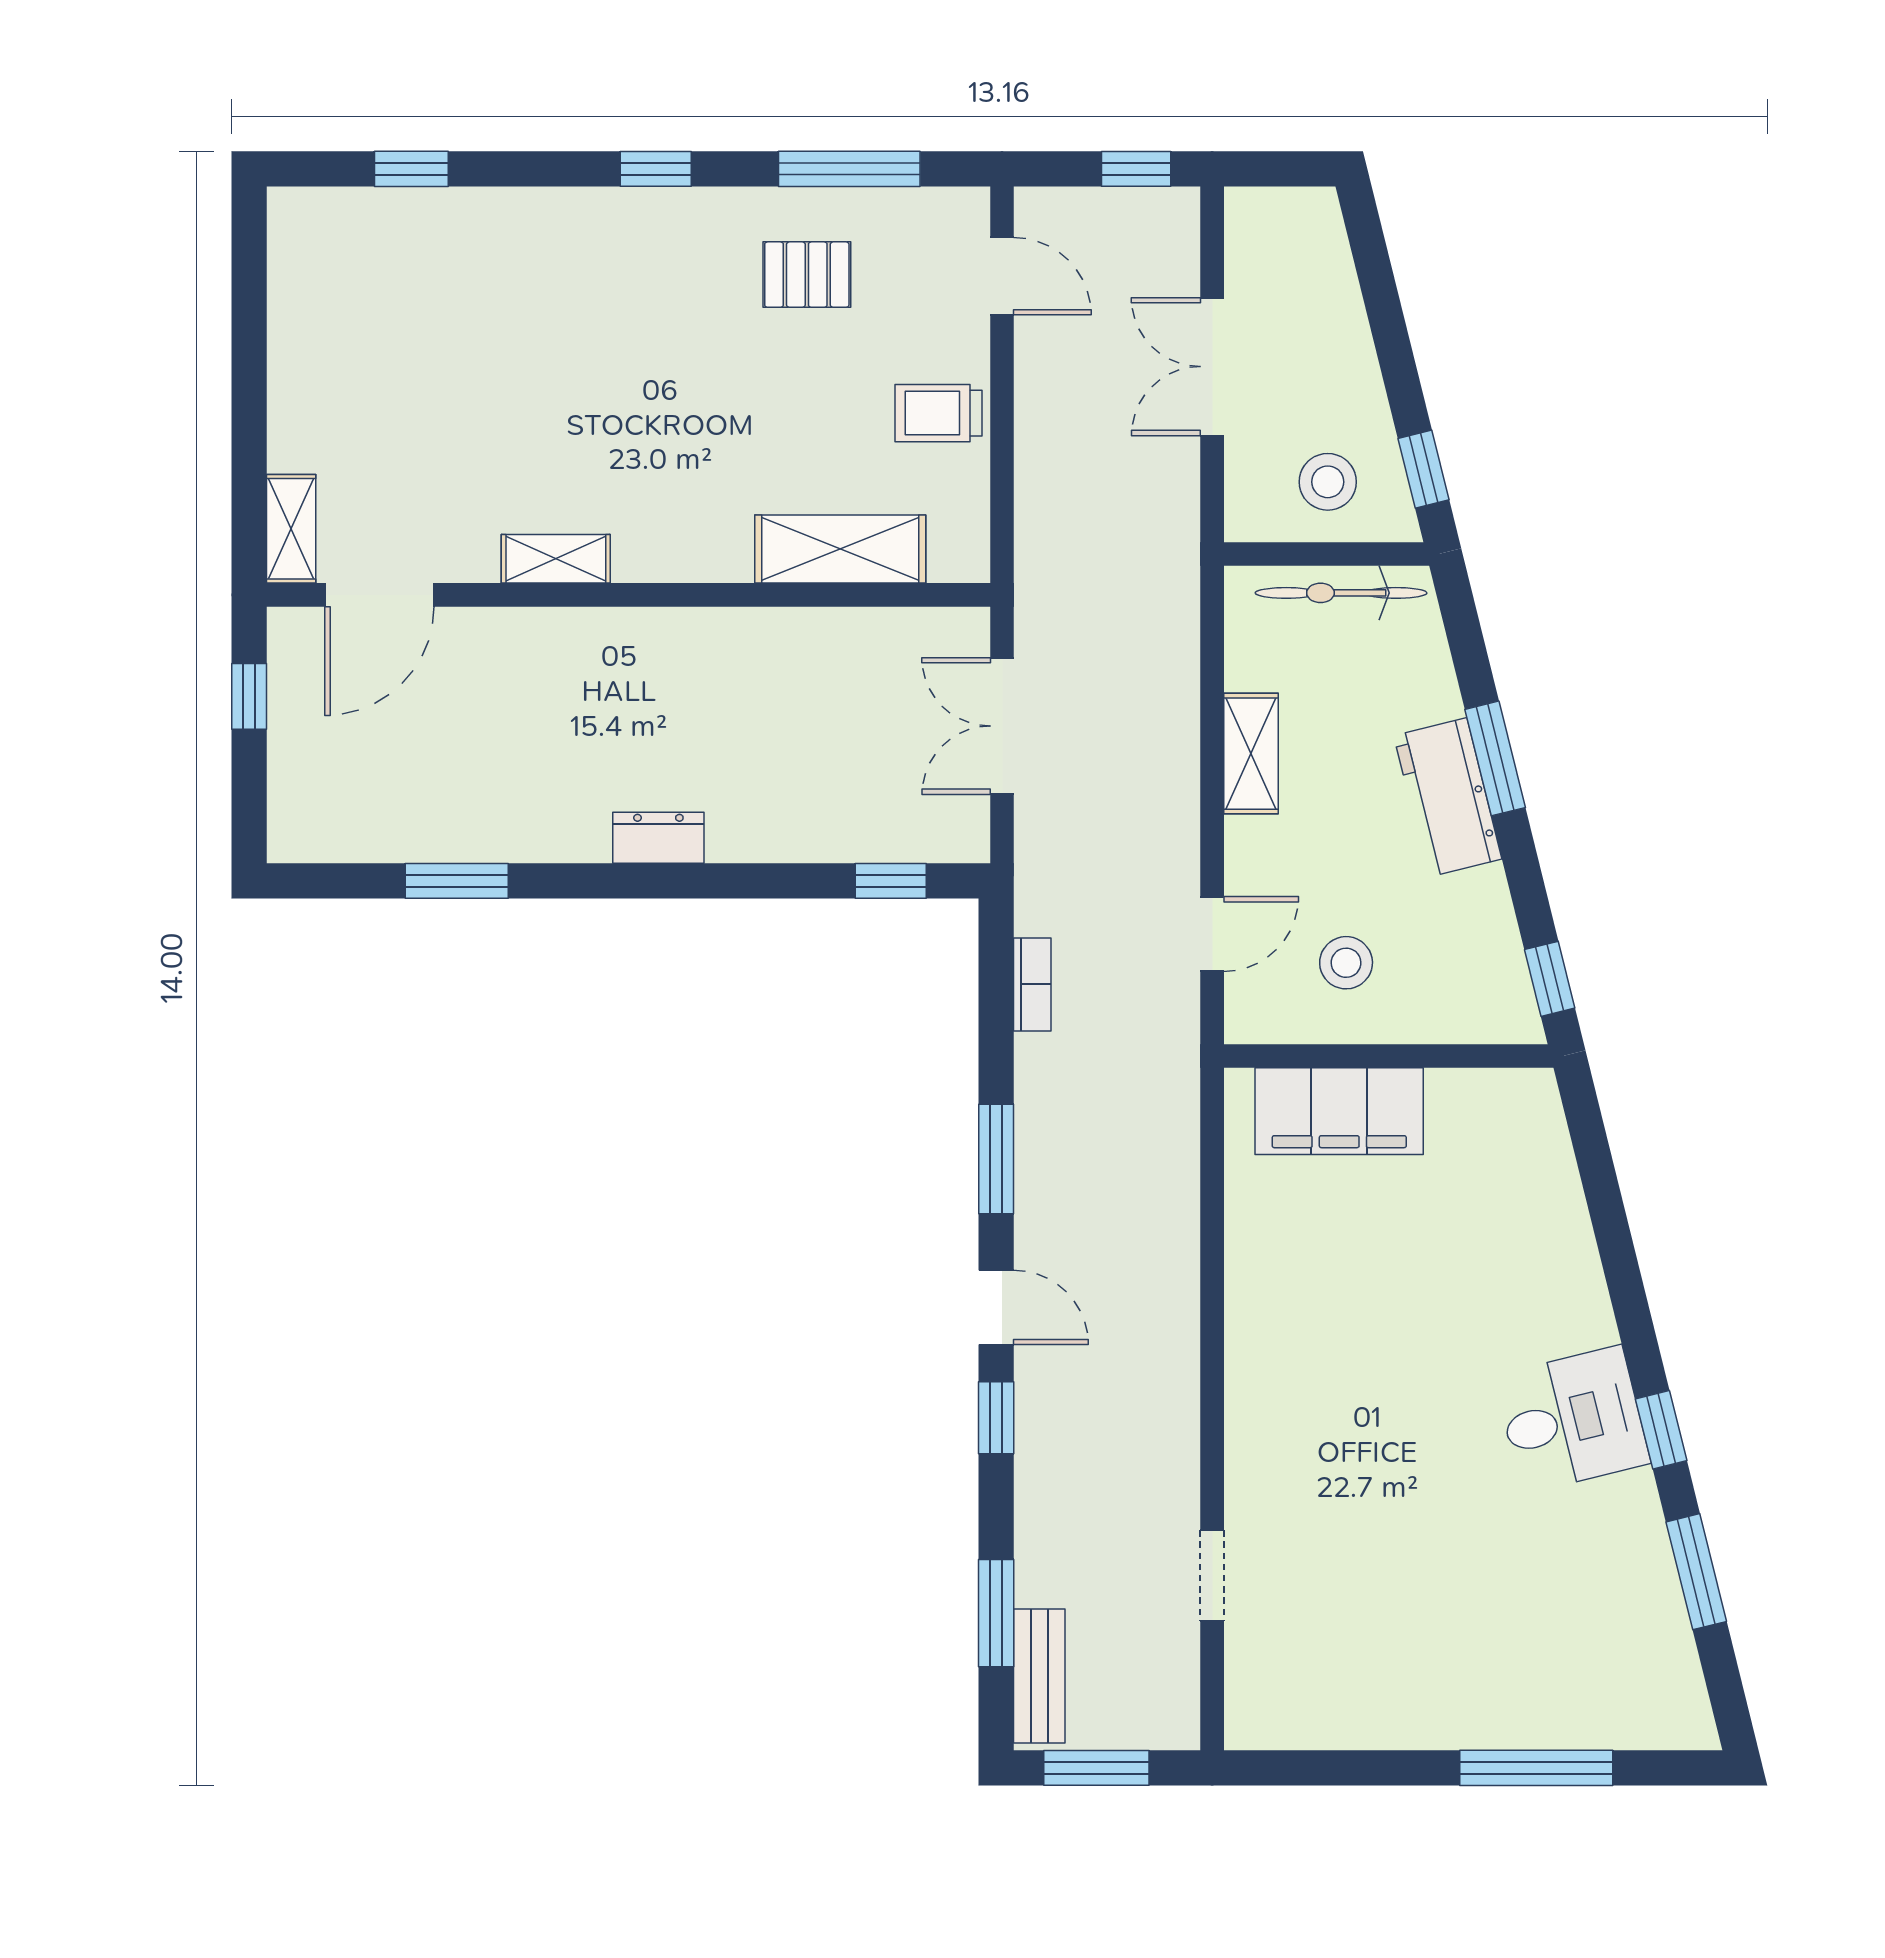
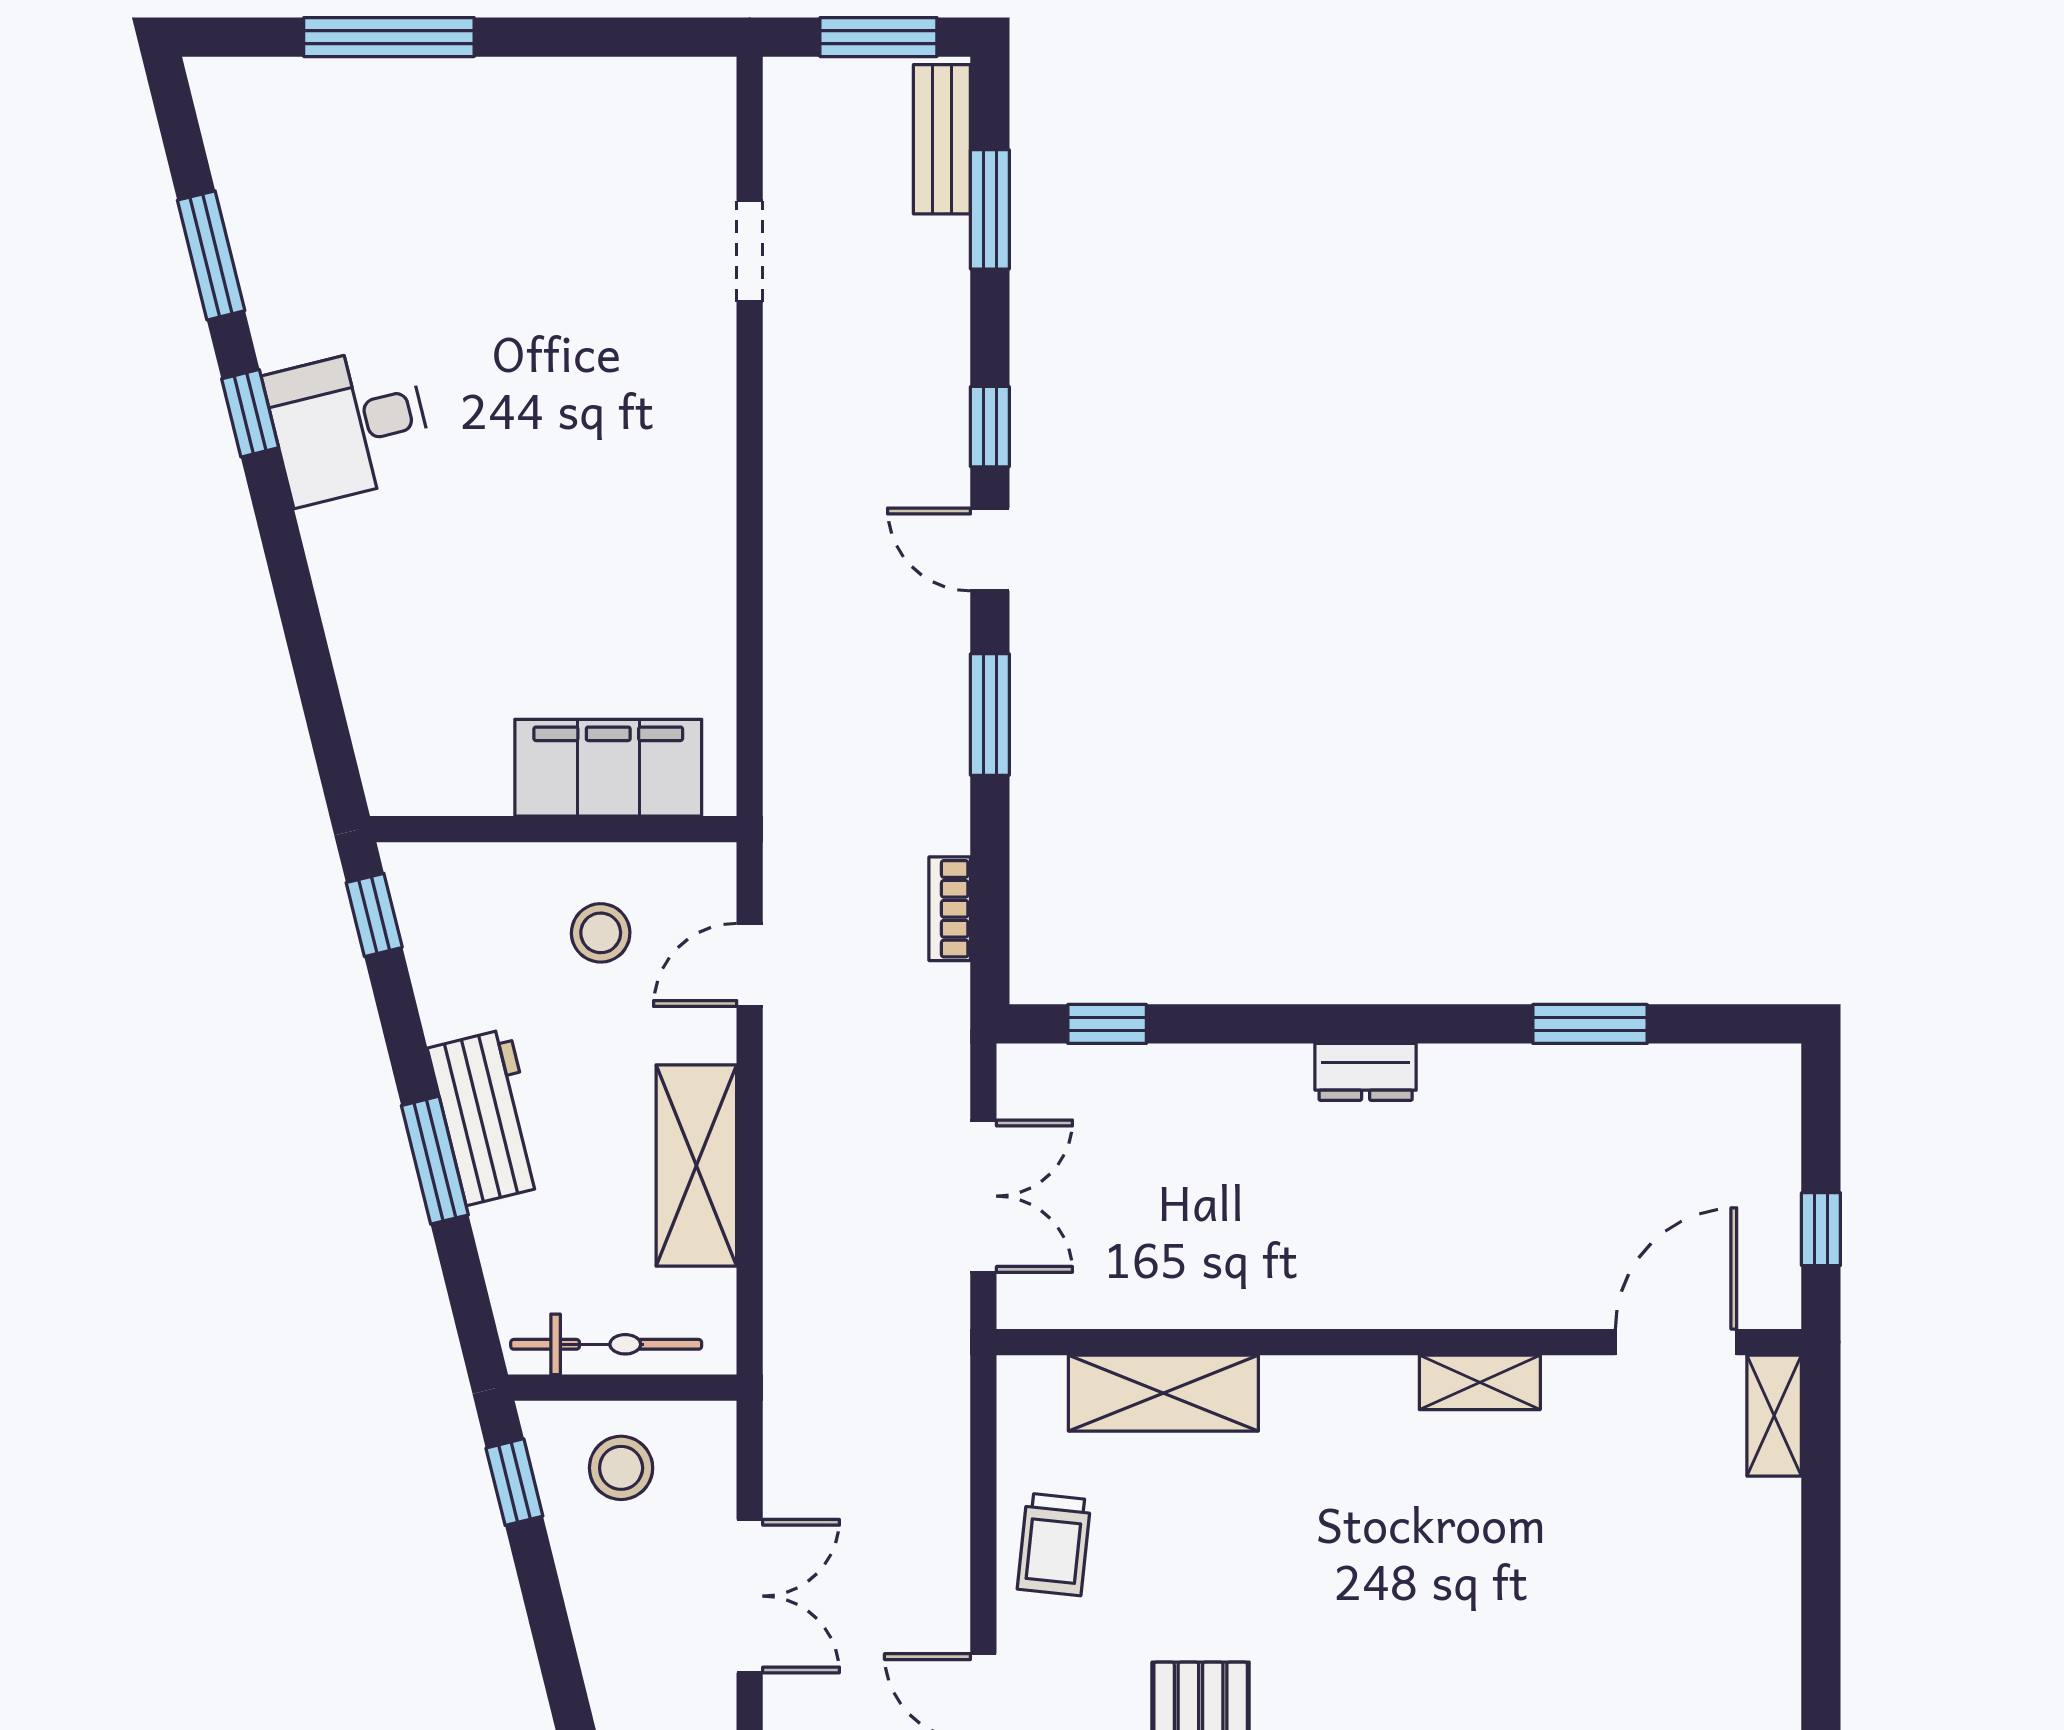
trolley: (938, 413) -> (1054, 1544), turned 96
shelving: (1251, 754) -> (696, 1166), width x1.50, depth x1.33

